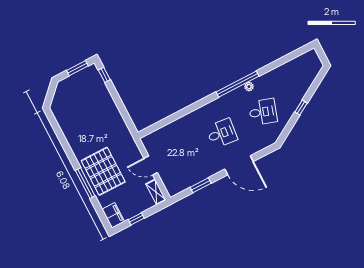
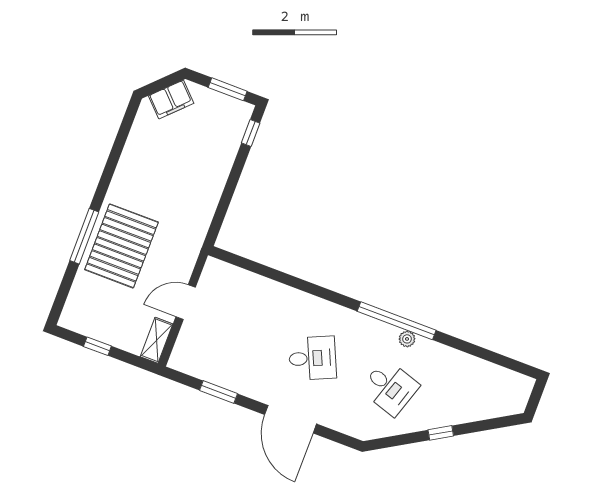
desk: (222, 133) -> (312, 358), turned -30
door: (151, 165) -> (186, 302), hinge flipped
filing cabinet: (113, 215) -> (171, 100), moved, turned 45

